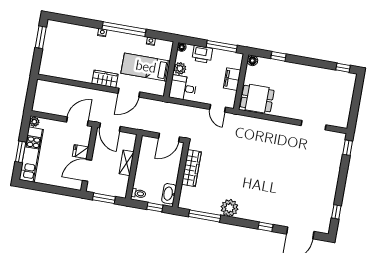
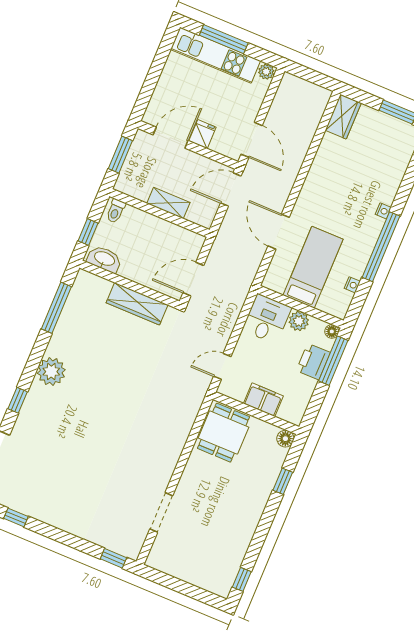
window: (222, 46) -> (333, 361), moved
wardrobe: (105, 79) -> (343, 117), moved
door: (169, 138) -> (193, 279), hinge flipped
window: (21, 152) -> (224, 39), width x1.44
door: (87, 170) -> (171, 138), hinge flipped
plant: (229, 208) -> (51, 372), moved

